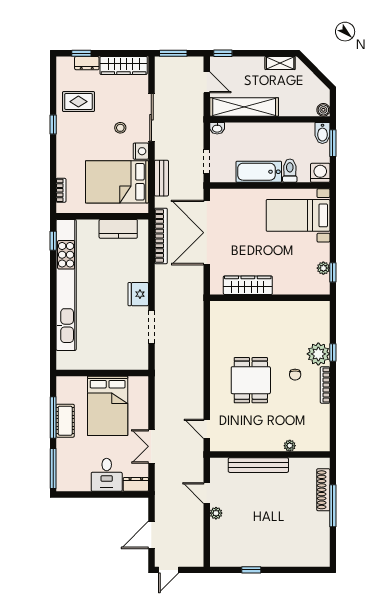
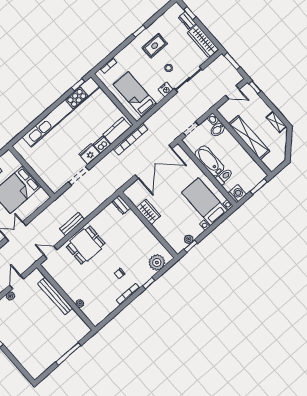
door: (207, 82) -> (232, 92), hinge flipped
rug: (78, 102) -> (155, 46), moved, turned 90
shelving: (244, 107) -> (249, 138), moved
boiler: (323, 110) -> (272, 166), removed
bidet: (322, 133) -> (218, 129), moved
bench: (161, 178) -> (72, 224), moved
bed: (117, 182) -> (135, 94), width x0.67
kitchen counter: (118, 229) -> (117, 131), moved, turned 90
double door: (207, 233) -> (153, 162), swing flipped
dishwasher: (140, 272) -> (102, 145), added
wardrobe: (248, 285) -> (148, 212), width x0.67
dresser: (223, 308) -> (121, 205), added
plant: (318, 354) -> (157, 262), moved
dining table: (251, 380) -> (86, 245), moved
door: (207, 429) -> (50, 252), hinge flipped
shoe rack: (323, 490) -> (72, 342), removed

